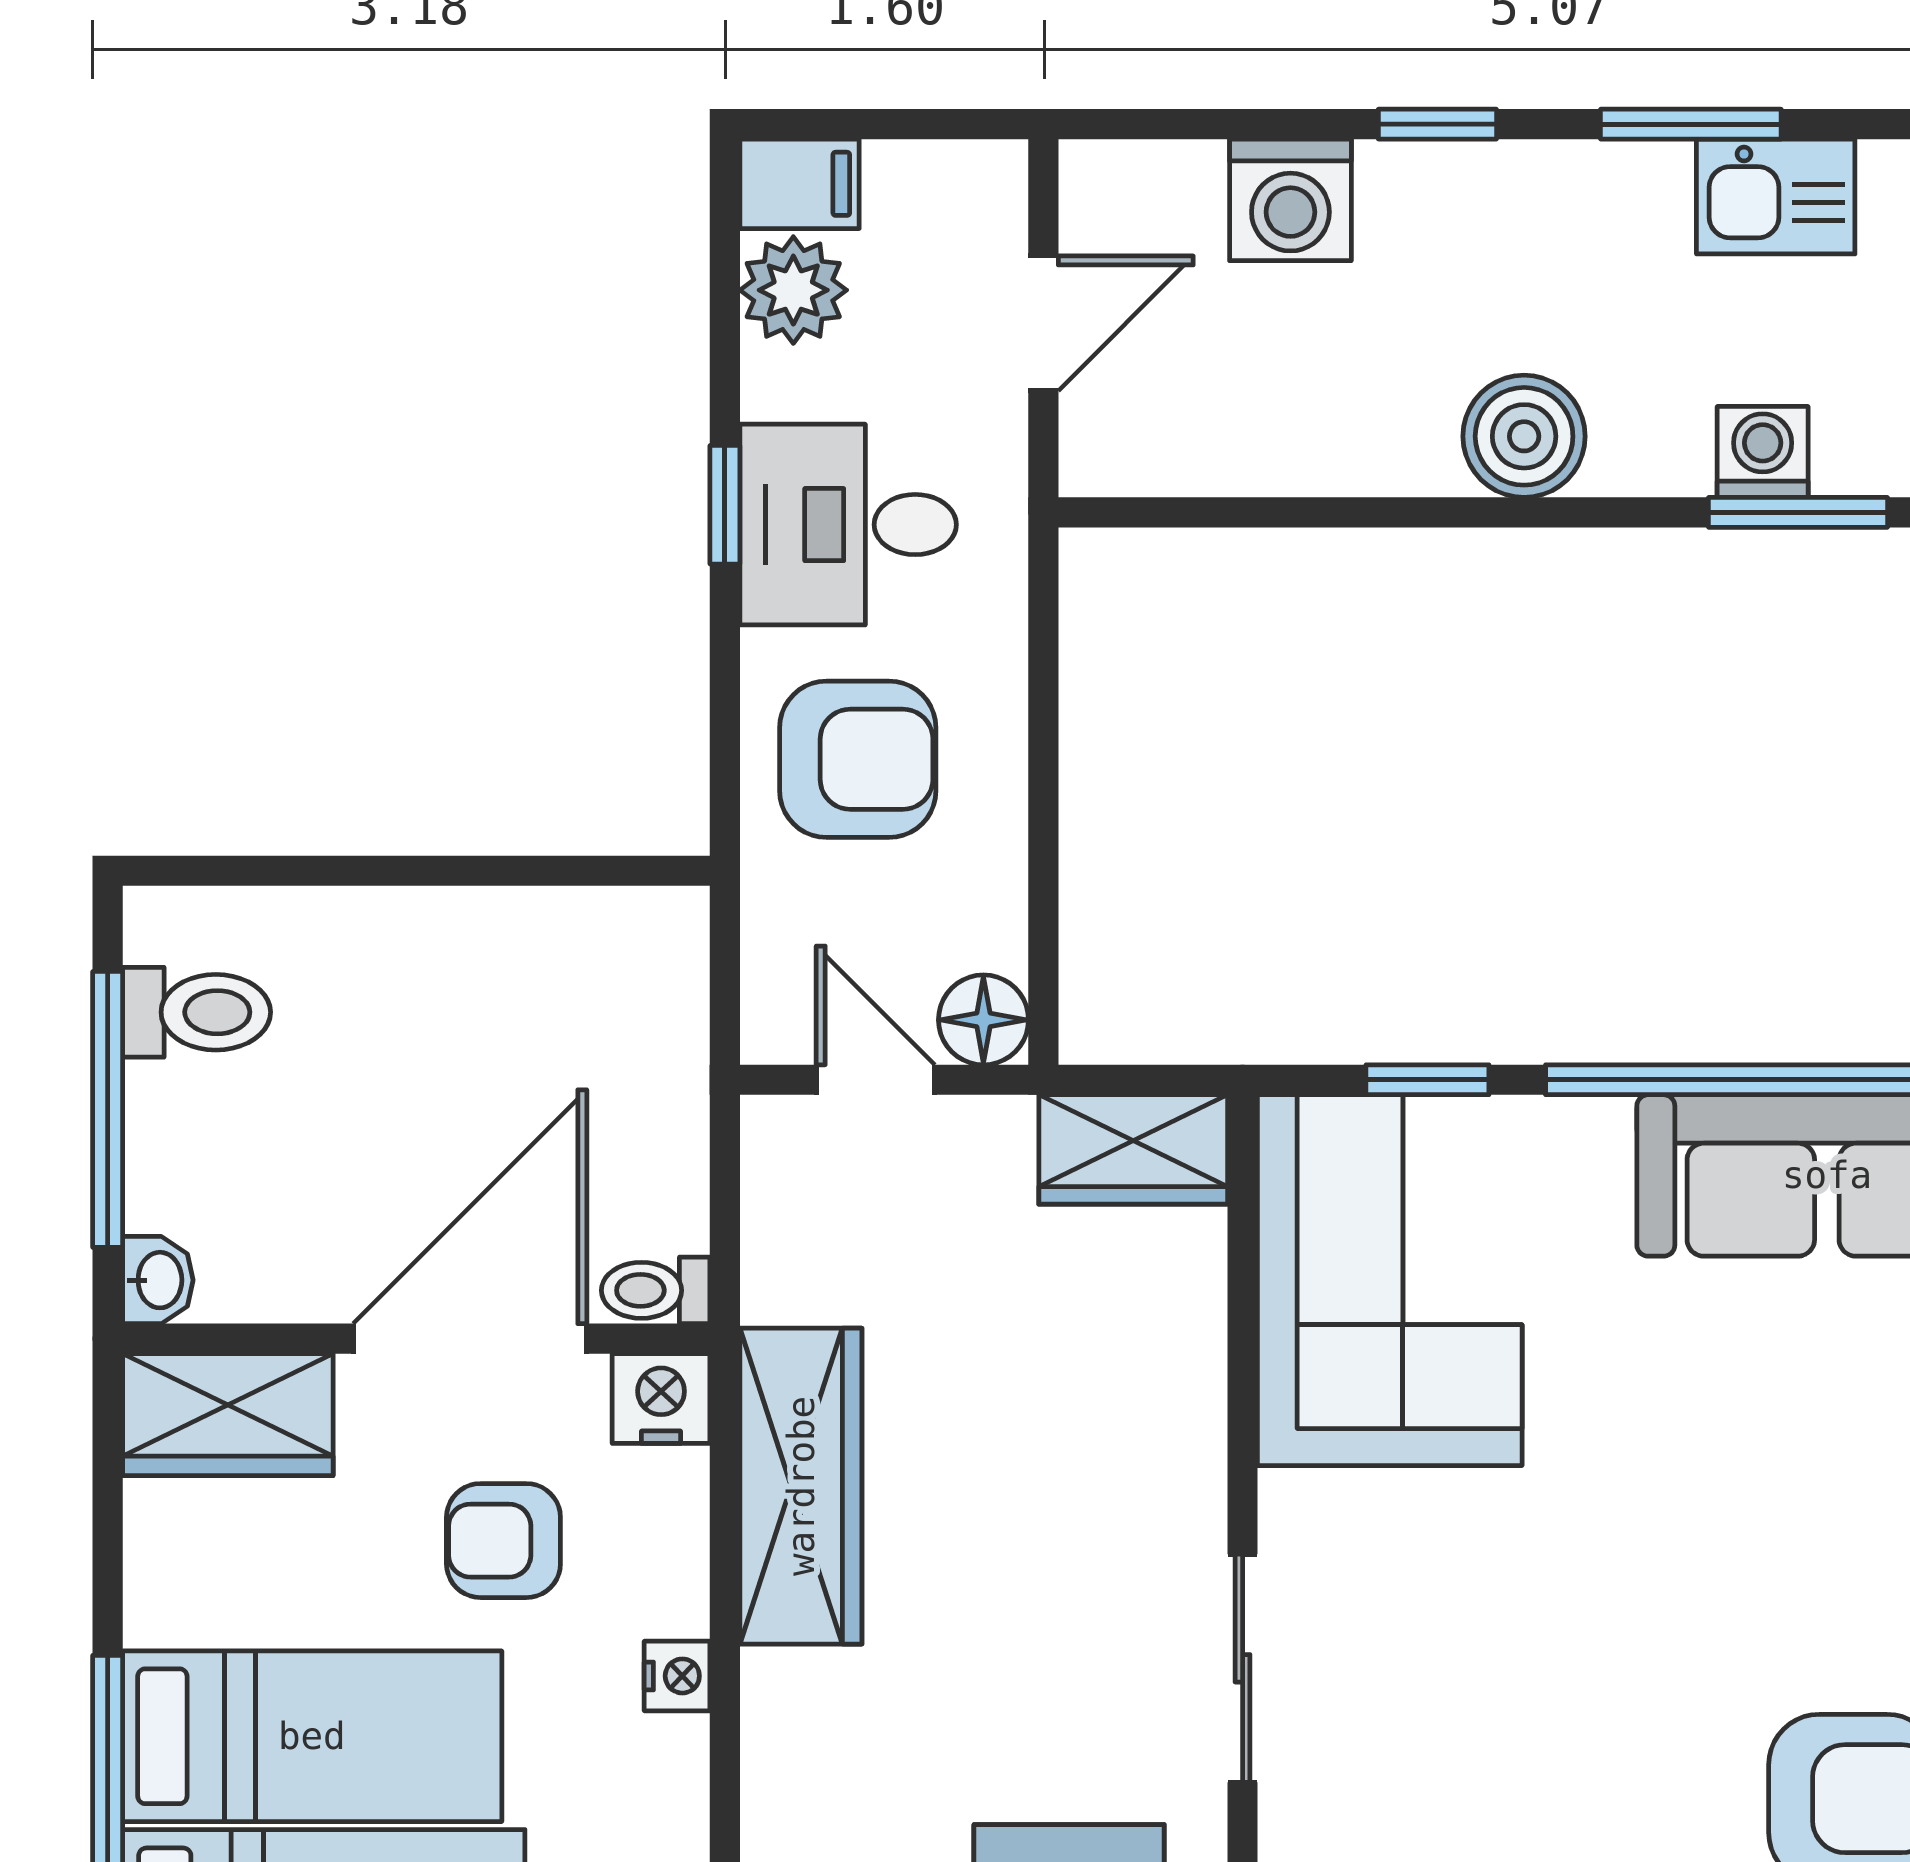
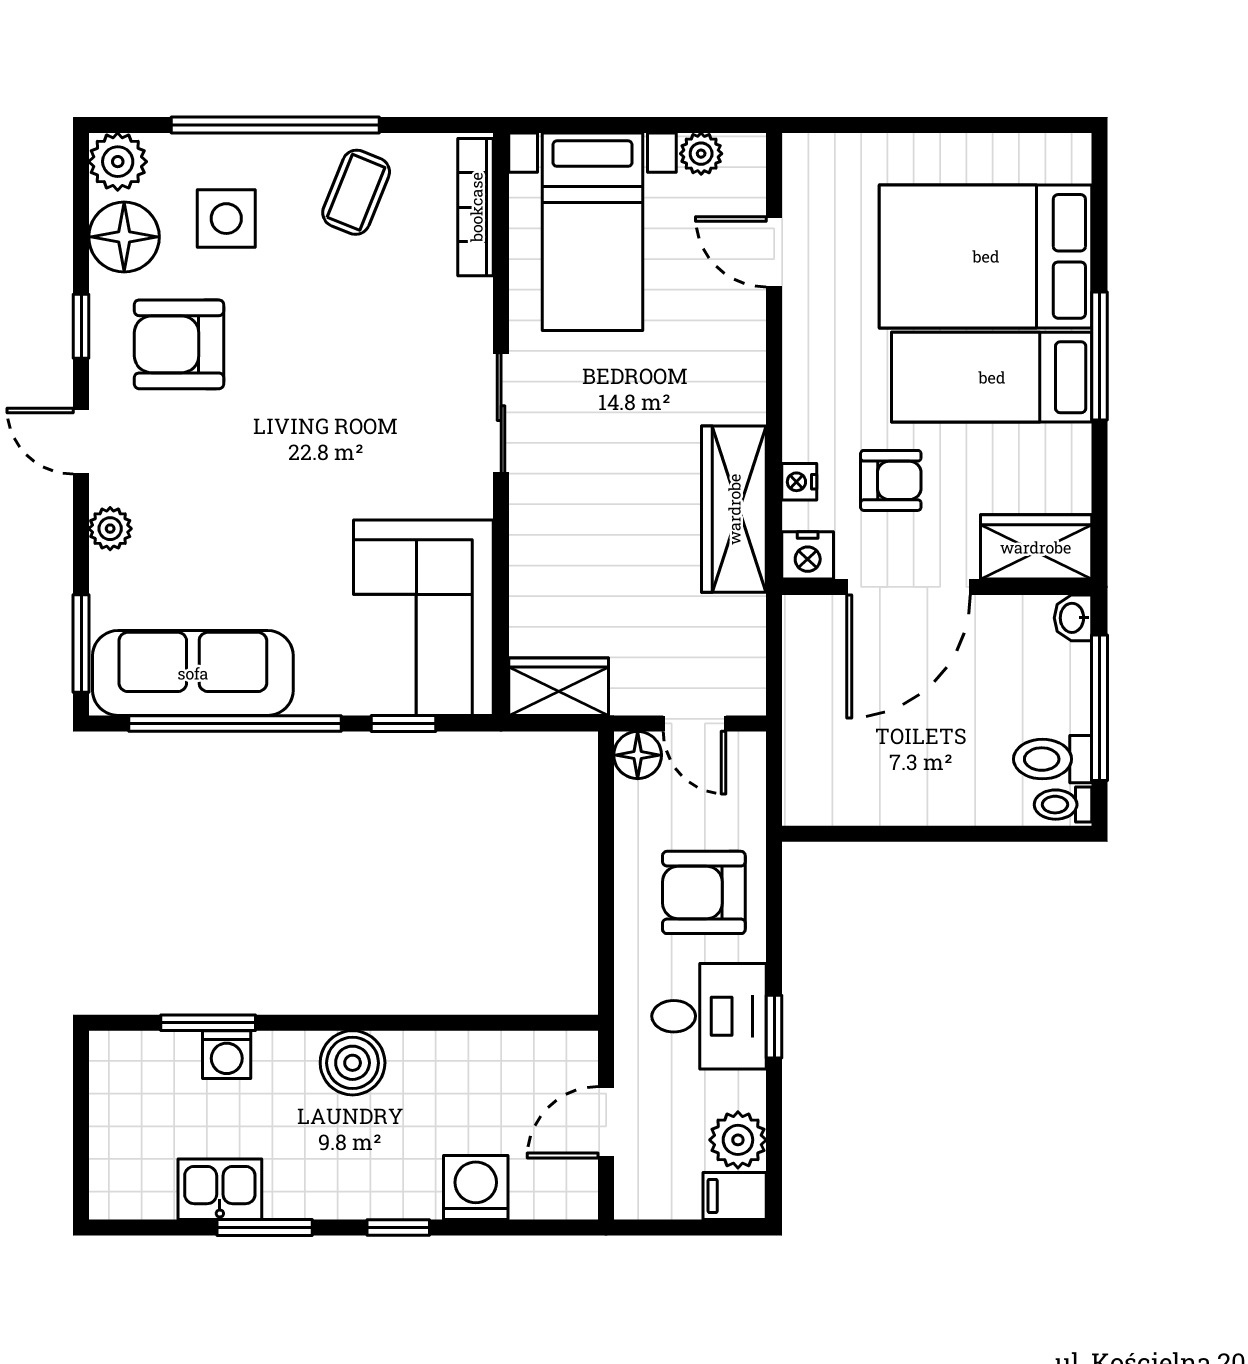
toilet: (656, 1290) -> (1063, 805), moved, turned 180
nightstand: (677, 1676) -> (799, 482), moved

